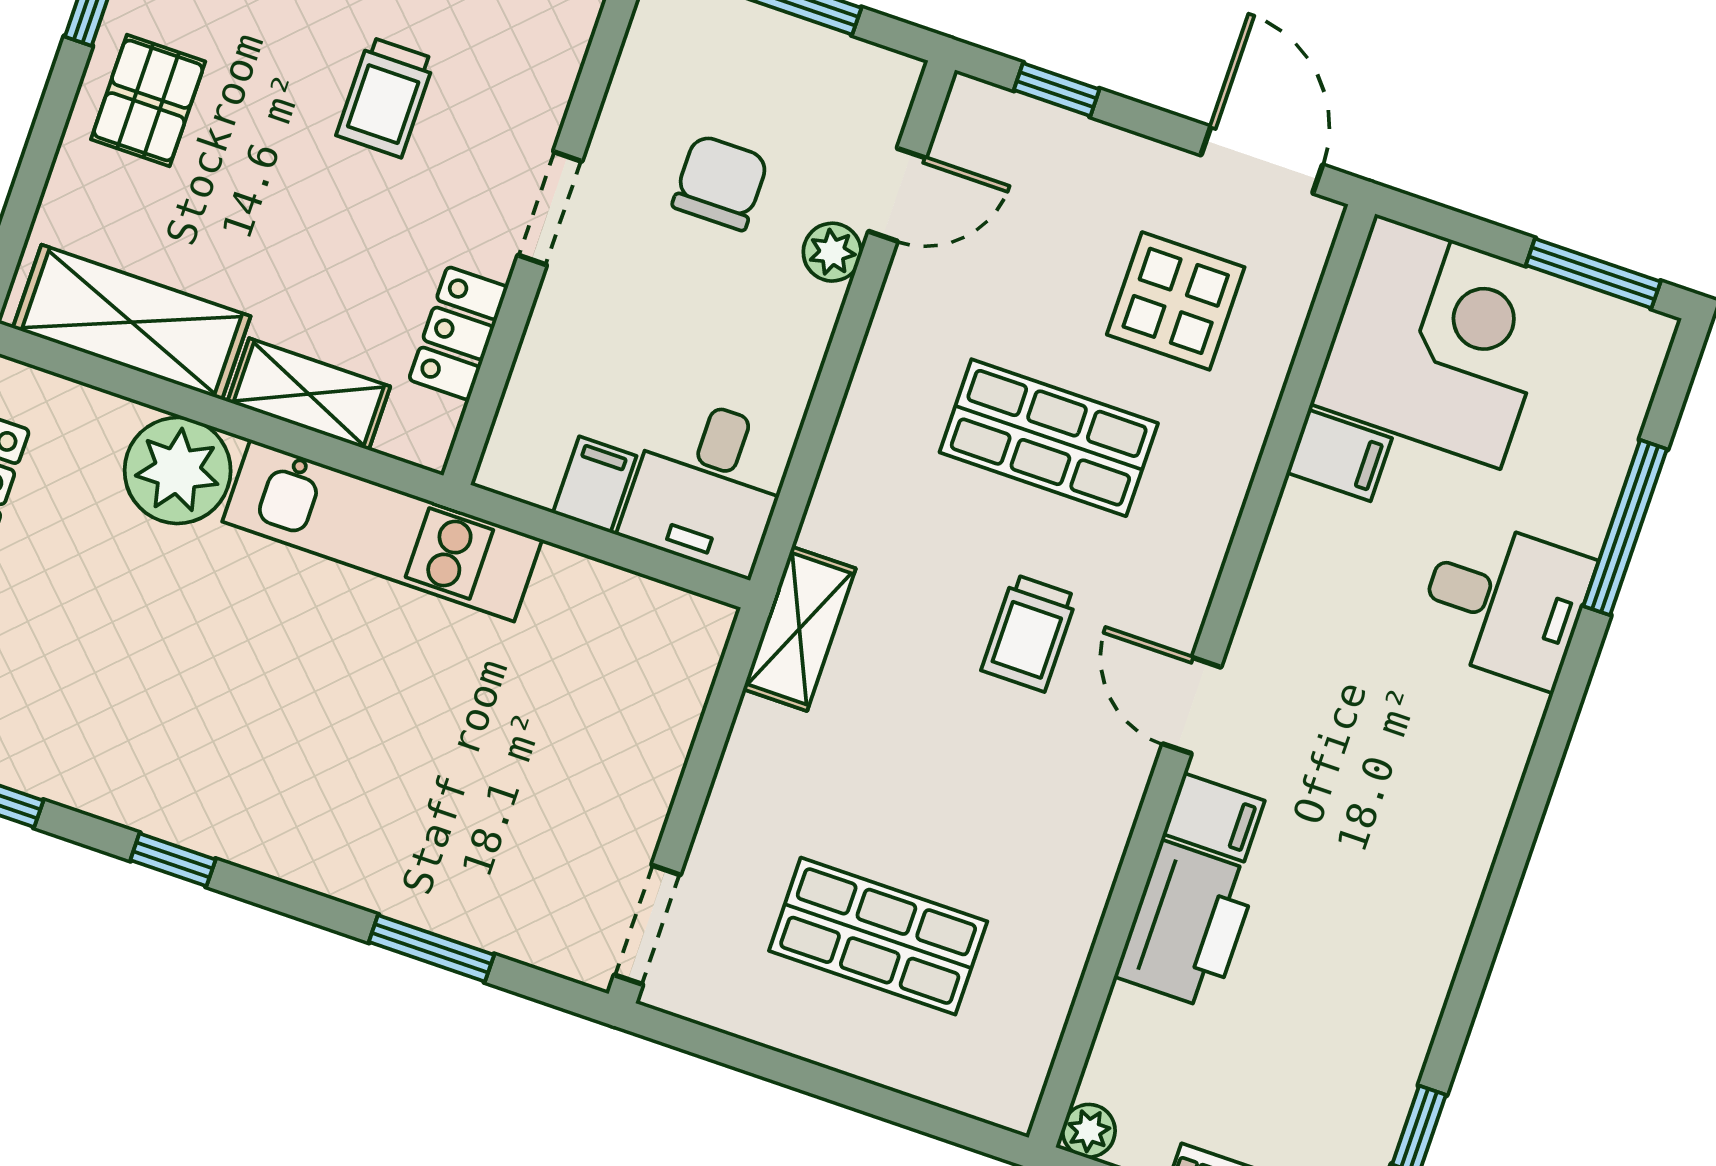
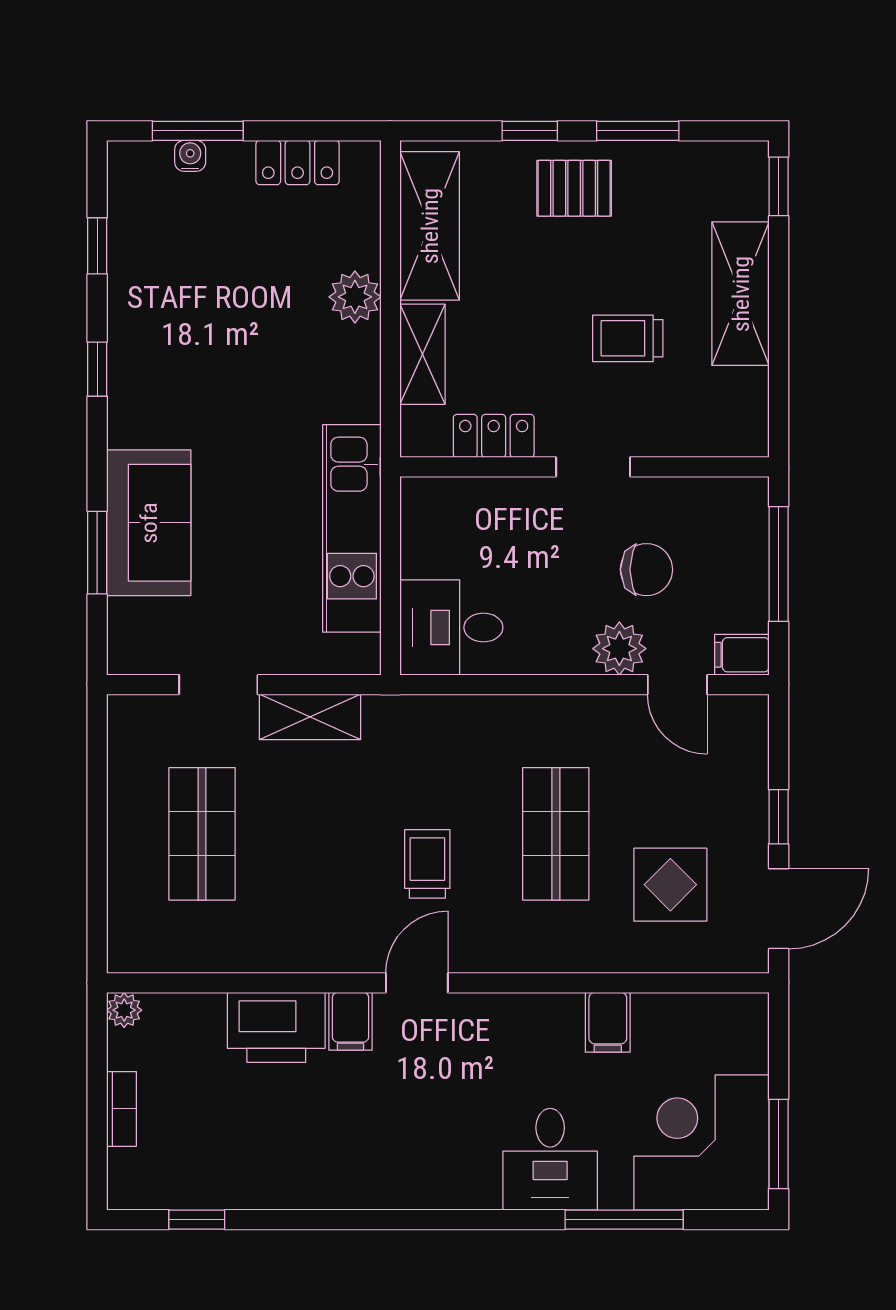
window: (1057, 90) -> (779, 817), moved
window: (46, 135) -> (530, 131), added
plant: (832, 252) -> (619, 649), width x1.38, depth x1.38
corner desk: (1438, 341) -> (702, 1143), moved, turned 180
plant: (178, 471) -> (355, 297), width x0.73, depth x0.73
filing cabinet: (595, 485) -> (742, 655), moved, turned 180
kitchen unit: (382, 531) -> (352, 528), moved
shelving: (799, 629) -> (310, 717), moved
trolley: (1029, 633) -> (427, 864), turned 90
sofa: (414, 861) -> (149, 523), added
doorway: (647, 925) -> (218, 685), moved

